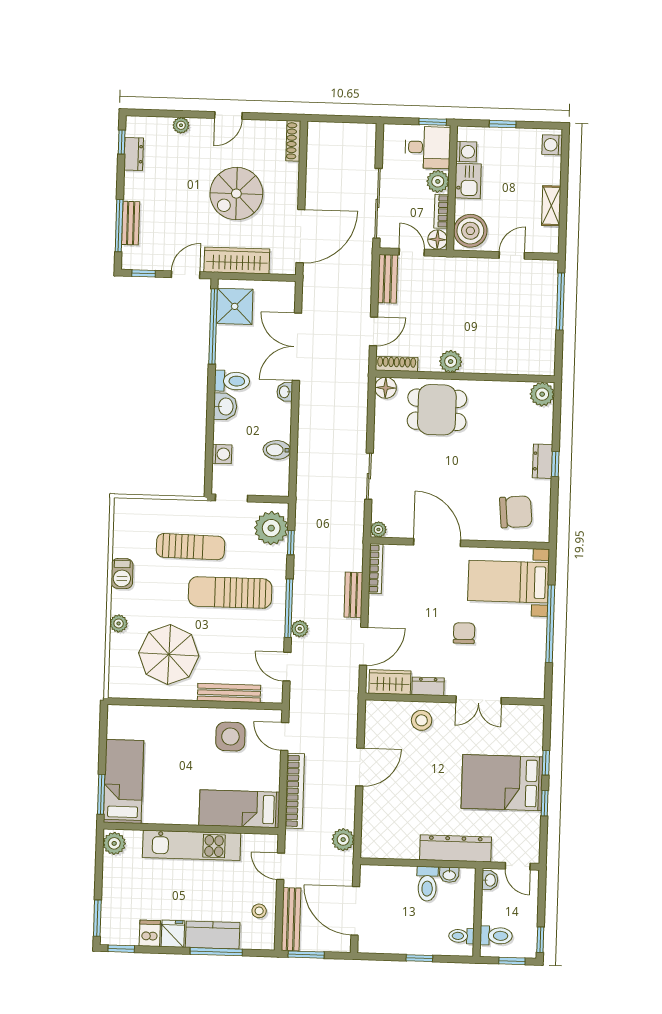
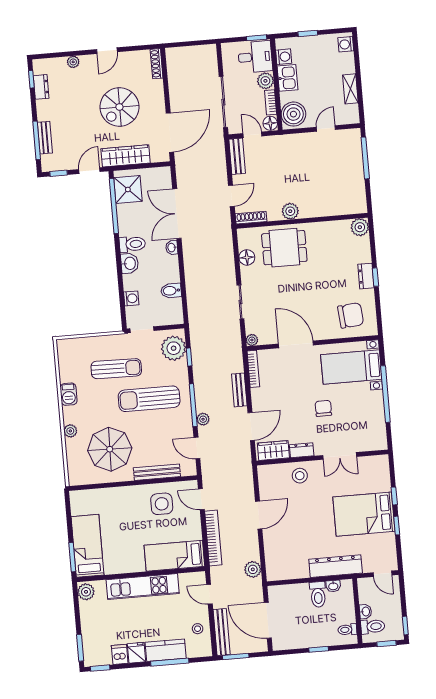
floor lamp: (386, 388) -> (247, 257), moved
washbasin: (490, 880) -> (365, 612), moved

